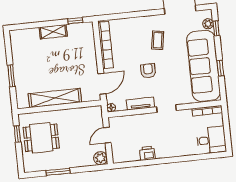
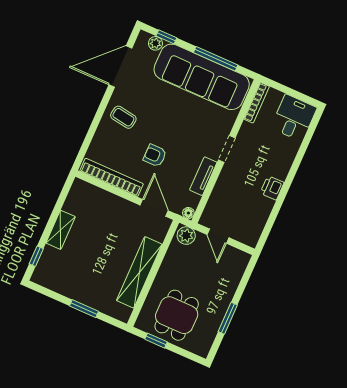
window: (75, 21) -> (36, 256), moved
coffee table: (158, 40) -> (123, 117), moved
window: (220, 68) -> (216, 59), width x2.17
armchair: (148, 71) -> (155, 156), moved
printer: (147, 153) -> (272, 188), moved
plant: (100, 158) -> (186, 236), moved

